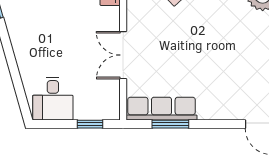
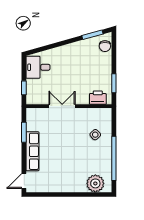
row of seats: (162, 109) -> (32, 151), moved

